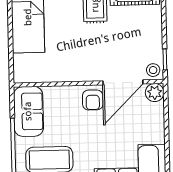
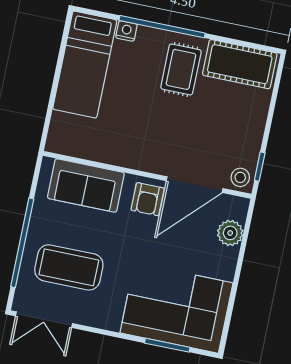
plant: (155, 93) -> (230, 233), moved
sofa: (28, 111) -> (86, 185), moved, turned 90

